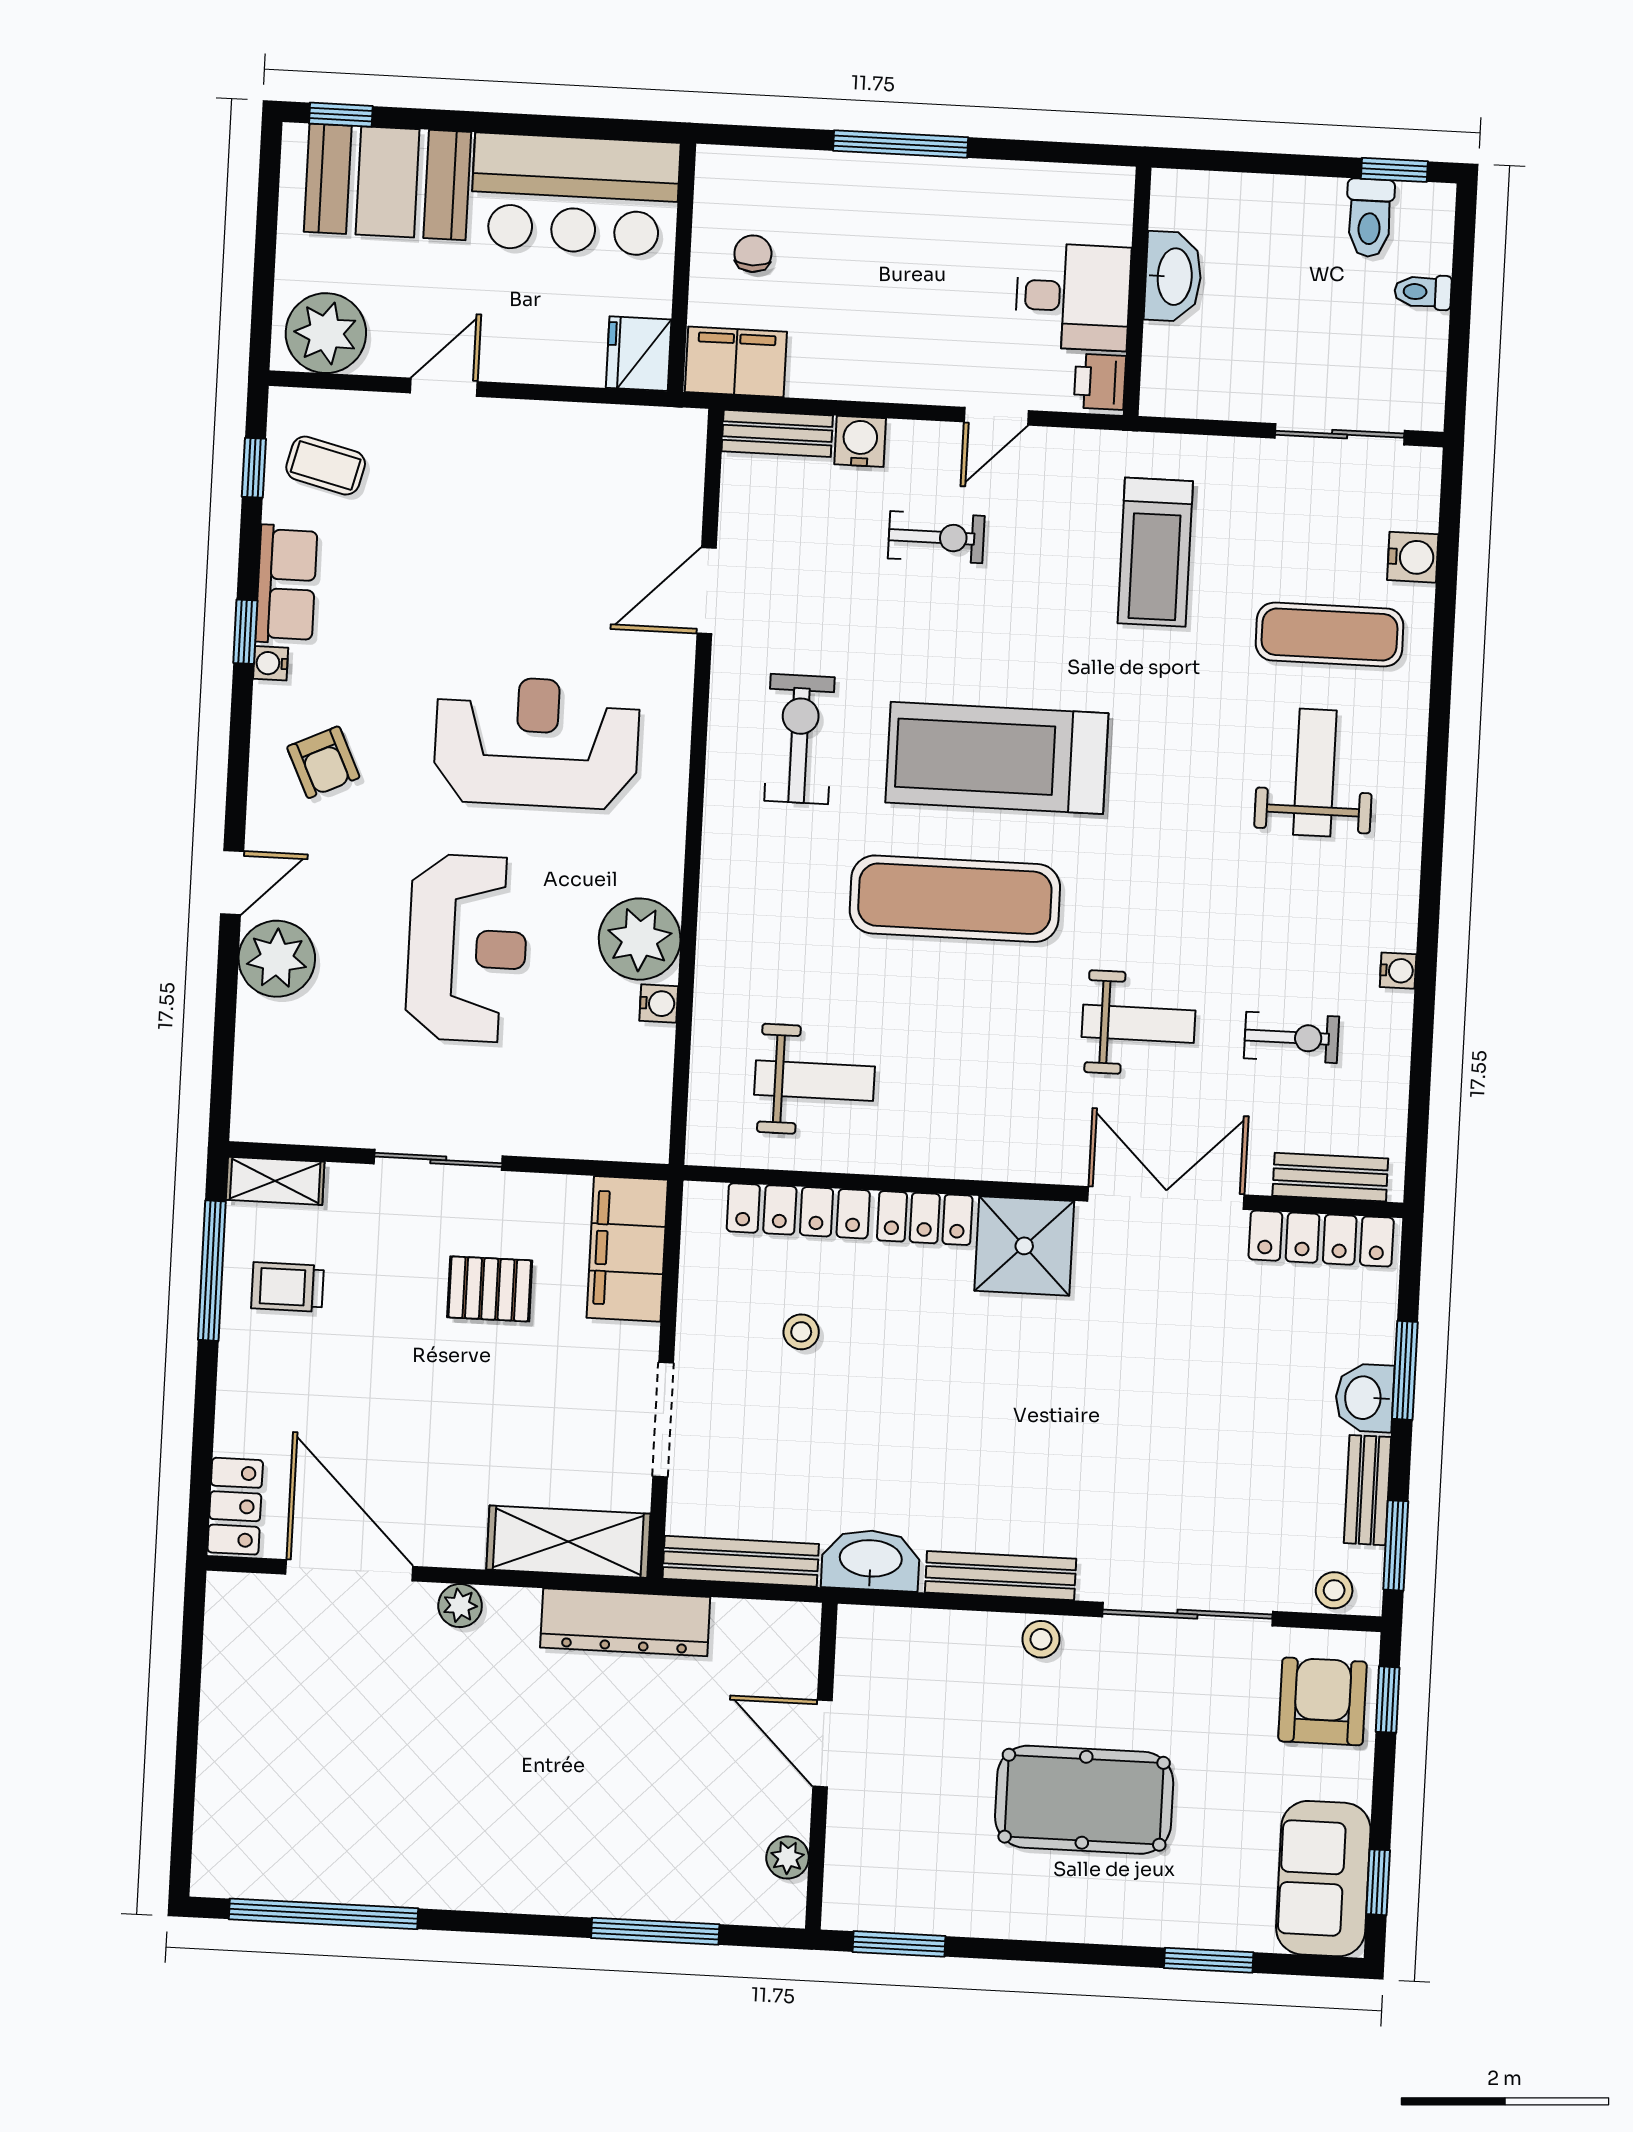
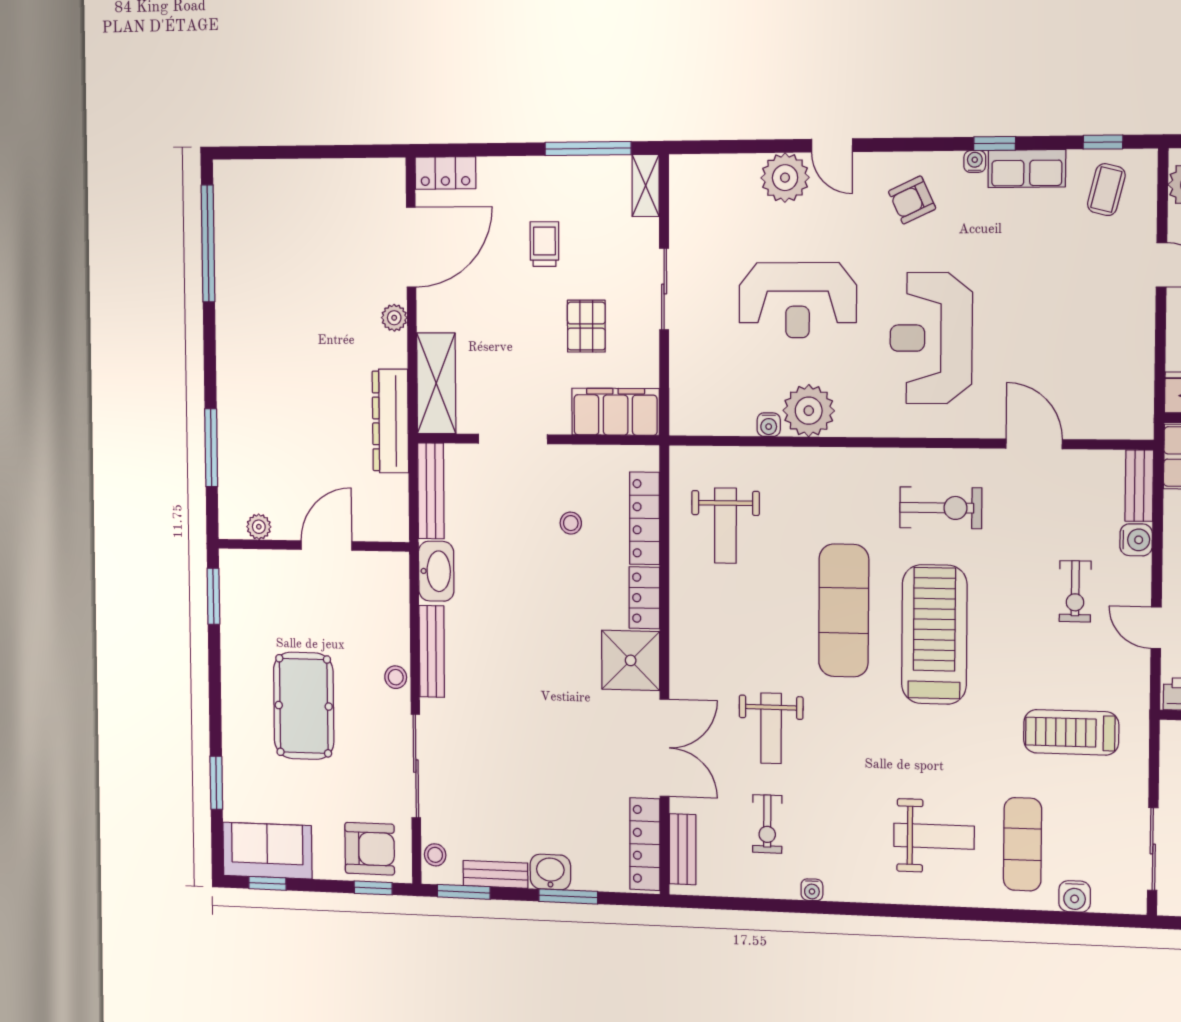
reception desk: (537, 742) -> (931, 338), turned 180
trolley: (287, 1287) -> (544, 244), moved

